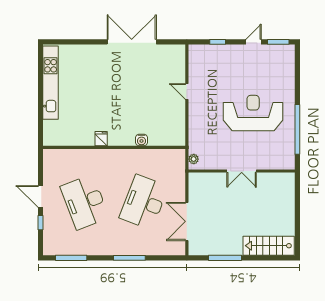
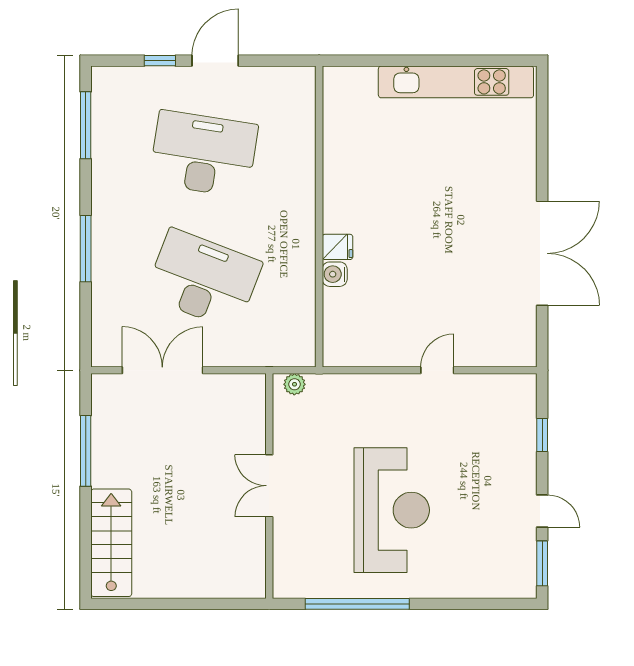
fridge: (101, 139) -> (337, 247), moved
desk: (85, 202) -> (203, 154), turned 30

